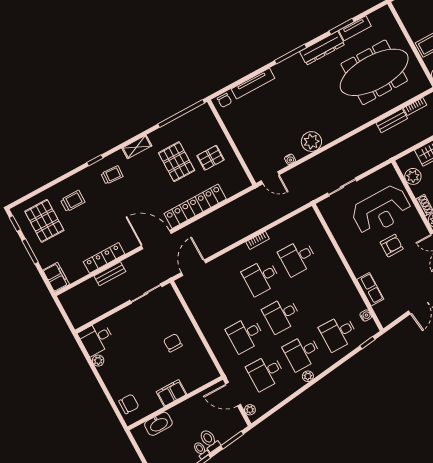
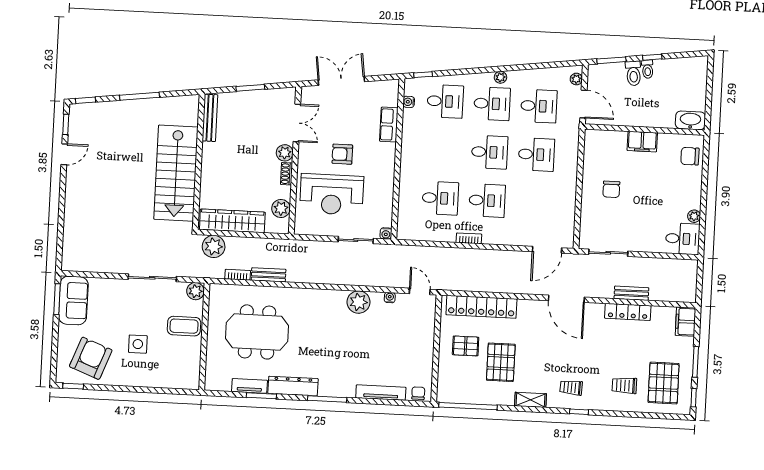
meeting table: (374, 72) -> (257, 332), width x0.73
locker: (195, 206) -> (481, 307), moved
water cooler: (322, 206) -> (386, 233), added
reception desk: (381, 210) -> (332, 194), turned 180
washbasin: (158, 424) -> (690, 120), moved

